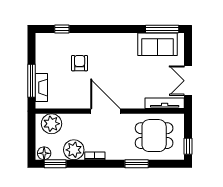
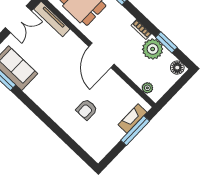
window: (62, 29) -> (75, 147), removed
plant: (52, 124) -> (147, 88), width x0.53, depth x0.53
window: (55, 164) -> (166, 42), moved

